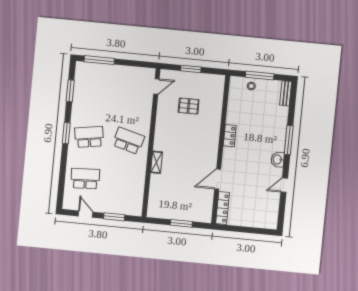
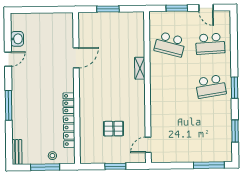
school desk: (128, 141) -> (170, 44), moved
washbasin: (278, 159) -> (17, 39), moved
locker: (223, 208) -> (69, 132), moved

